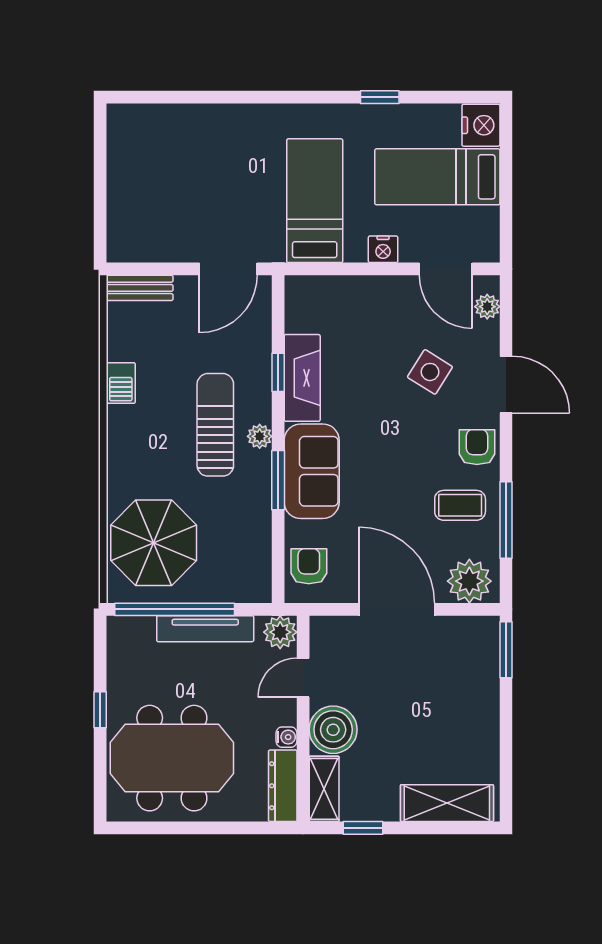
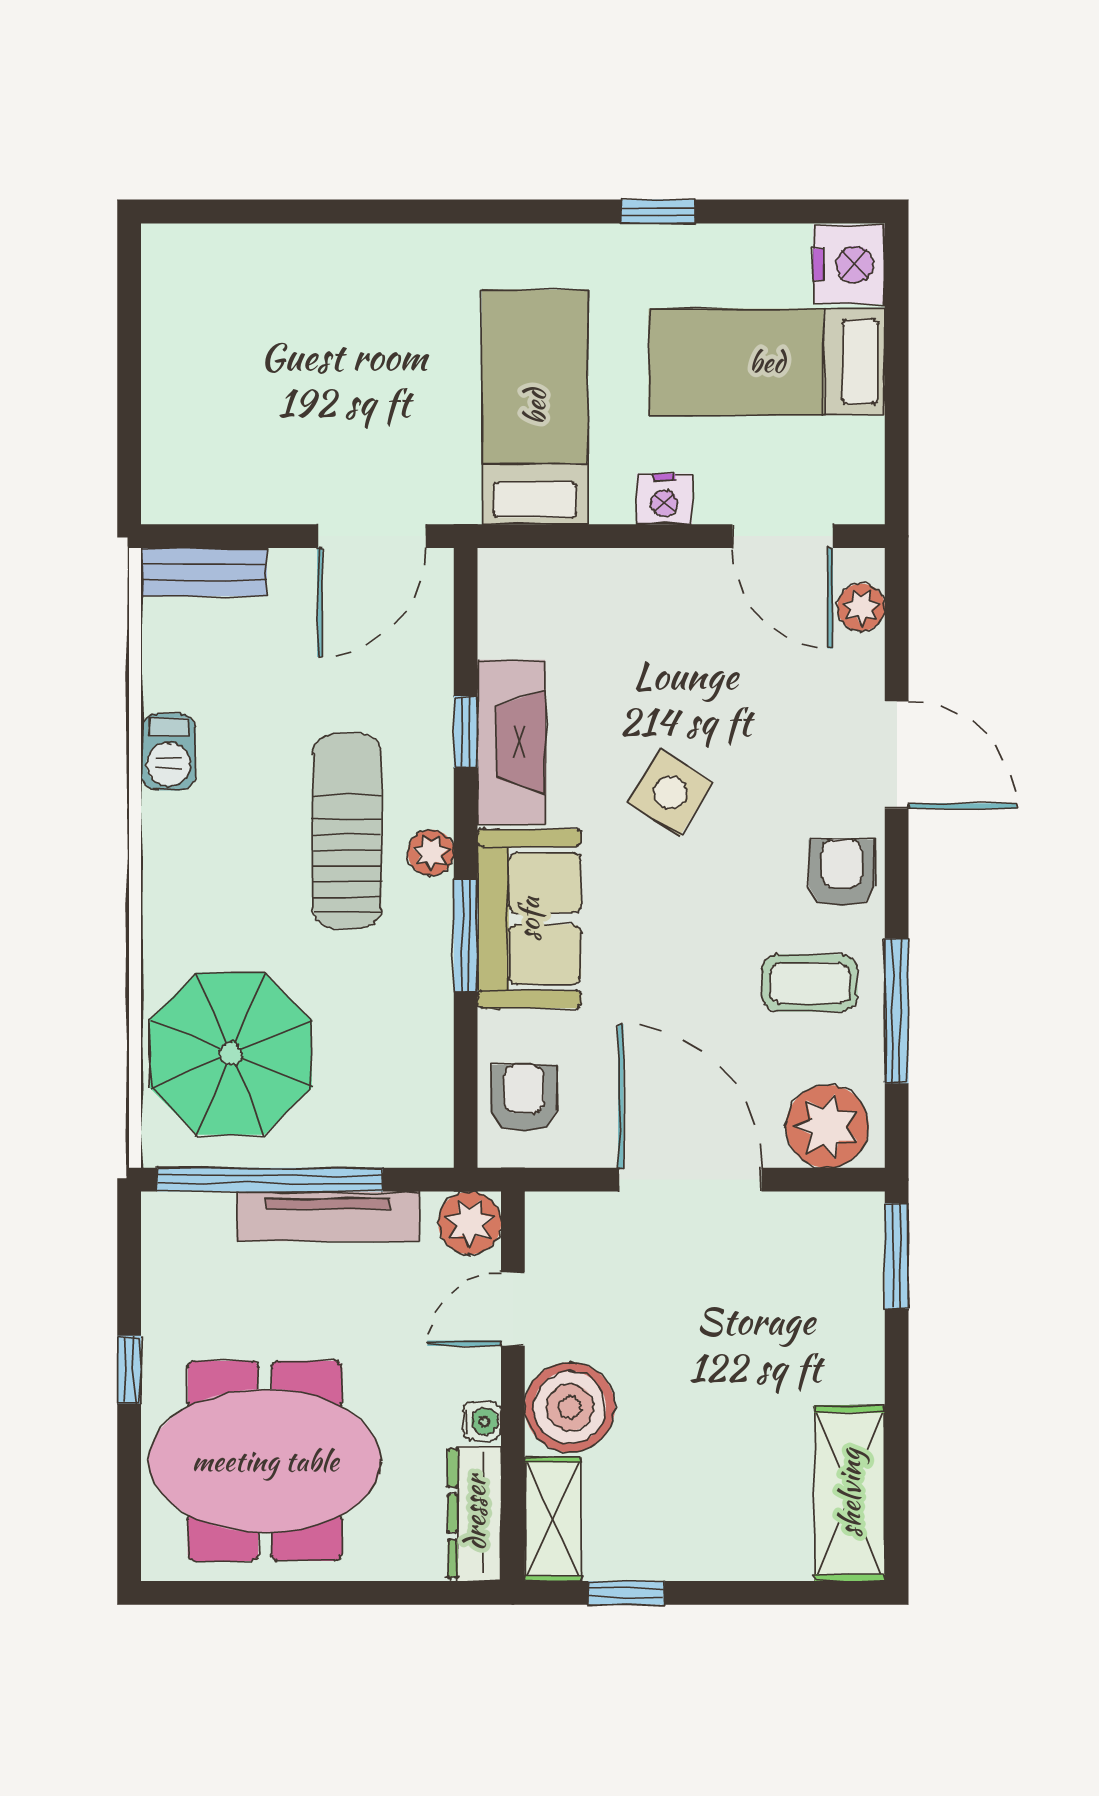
side table: (430, 372) -> (670, 792), moved
shelving: (447, 803) -> (850, 1493), moved, turned 90

